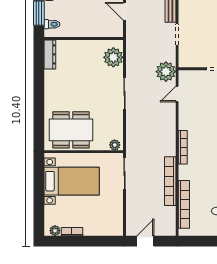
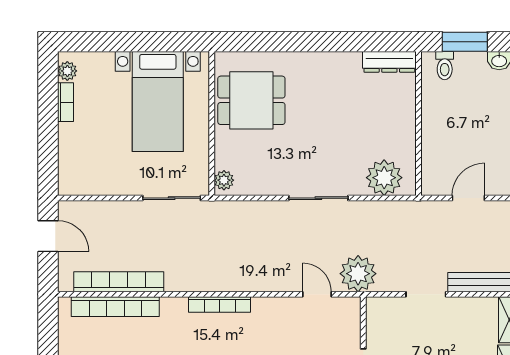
dining table: (71, 130) -> (251, 100), width x0.73
bookcase: (170, 181) -> (119, 282), moved

